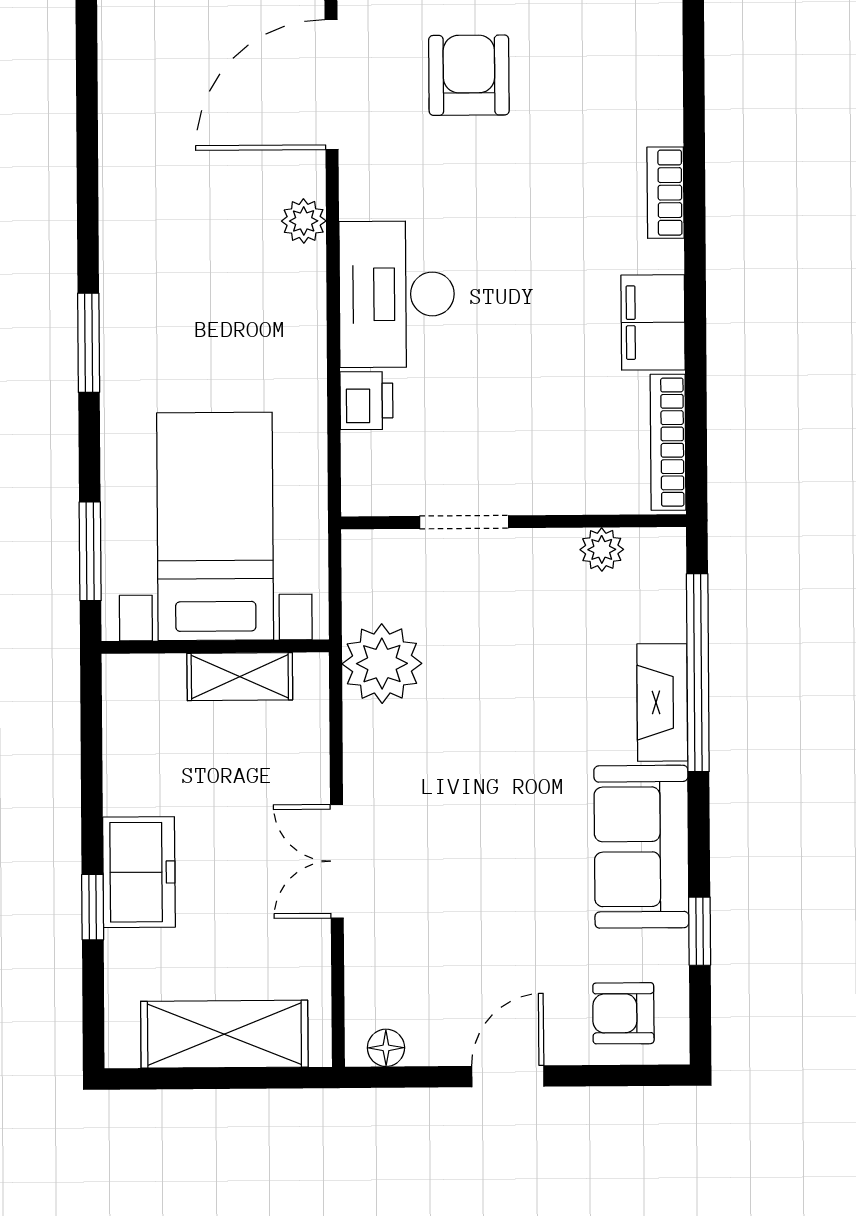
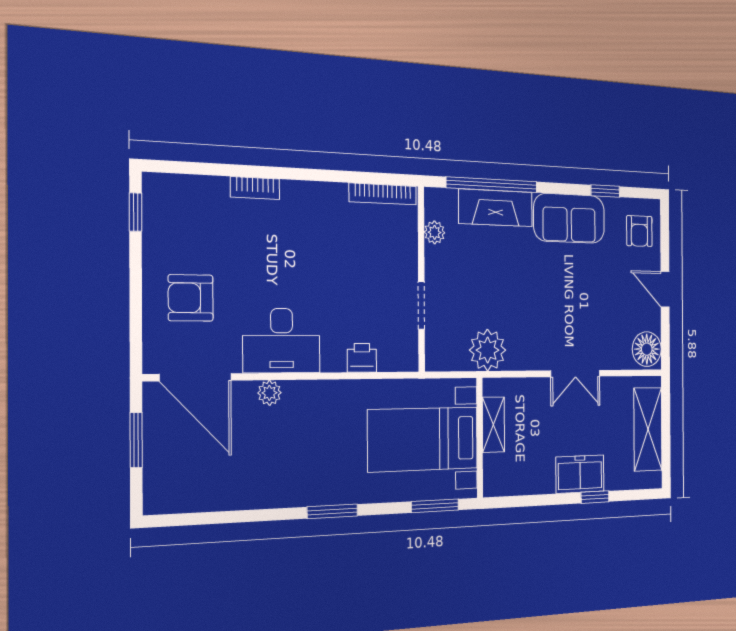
desk: (397, 294) -> (282, 341), moved
filing cabinet: (653, 322) -> (323, 199), removed
fireplace: (662, 702) -> (496, 208), width x1.37, depth x1.32
floor lamp: (386, 1048) -> (647, 349), width x1.89, depth x1.89

